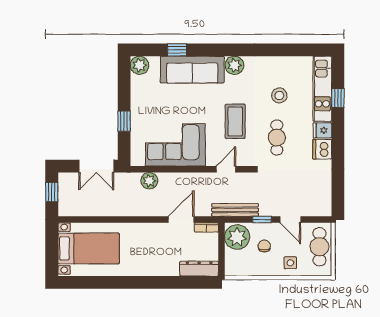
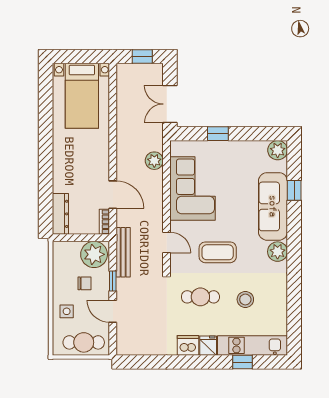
door: (290, 220) -> (113, 311), hinge flipped

